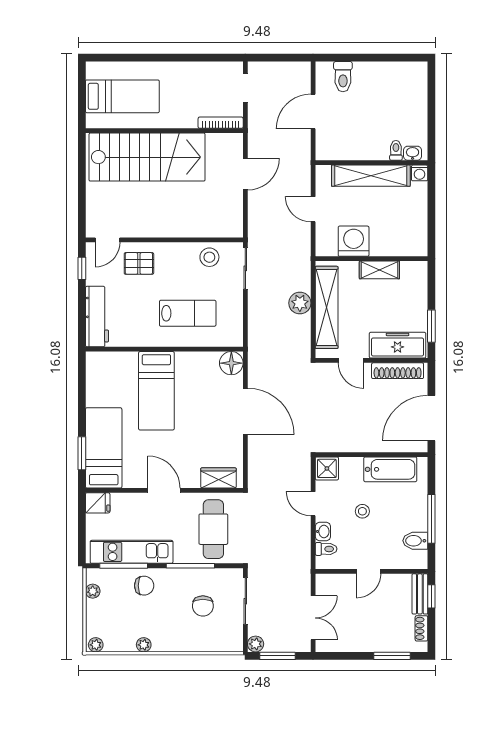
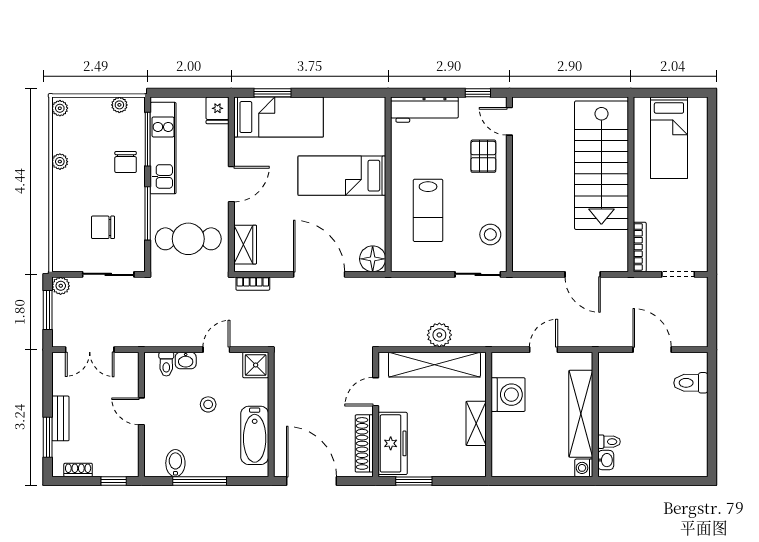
door: (245, 411) -> (319, 274), swing flipped
bookcase: (254, 471) -> (253, 284), added
bench: (420, 594) -> (60, 418), moved, turned 90

